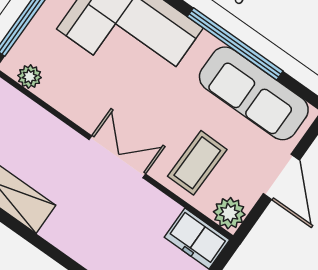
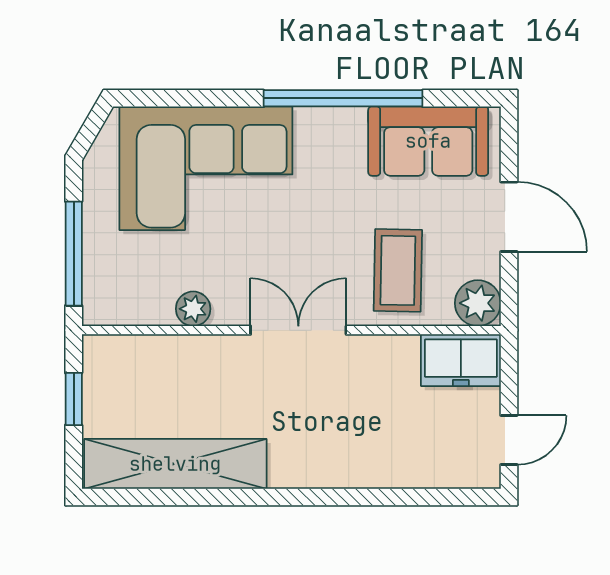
plant: (30, 77) -> (193, 309), moved
sofa: (254, 93) -> (428, 141), width x0.73

